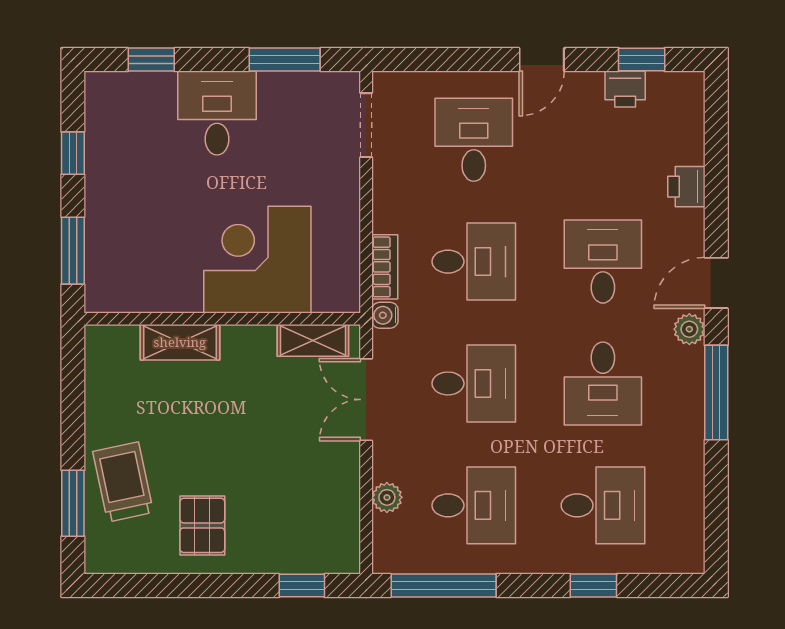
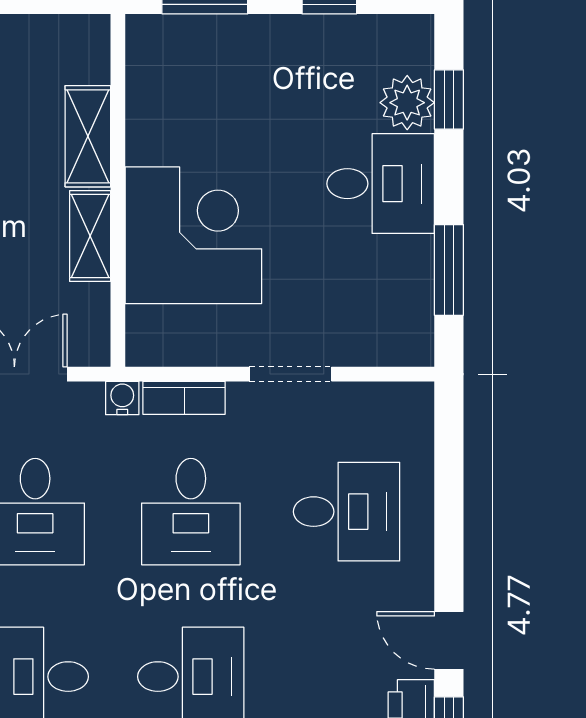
door: (542, 60) -> (449, 640), moved
plant: (154, 92) -> (407, 103), added
doorway: (366, 125) -> (291, 374), moved
shelving: (313, 340) -> (90, 236), moved

